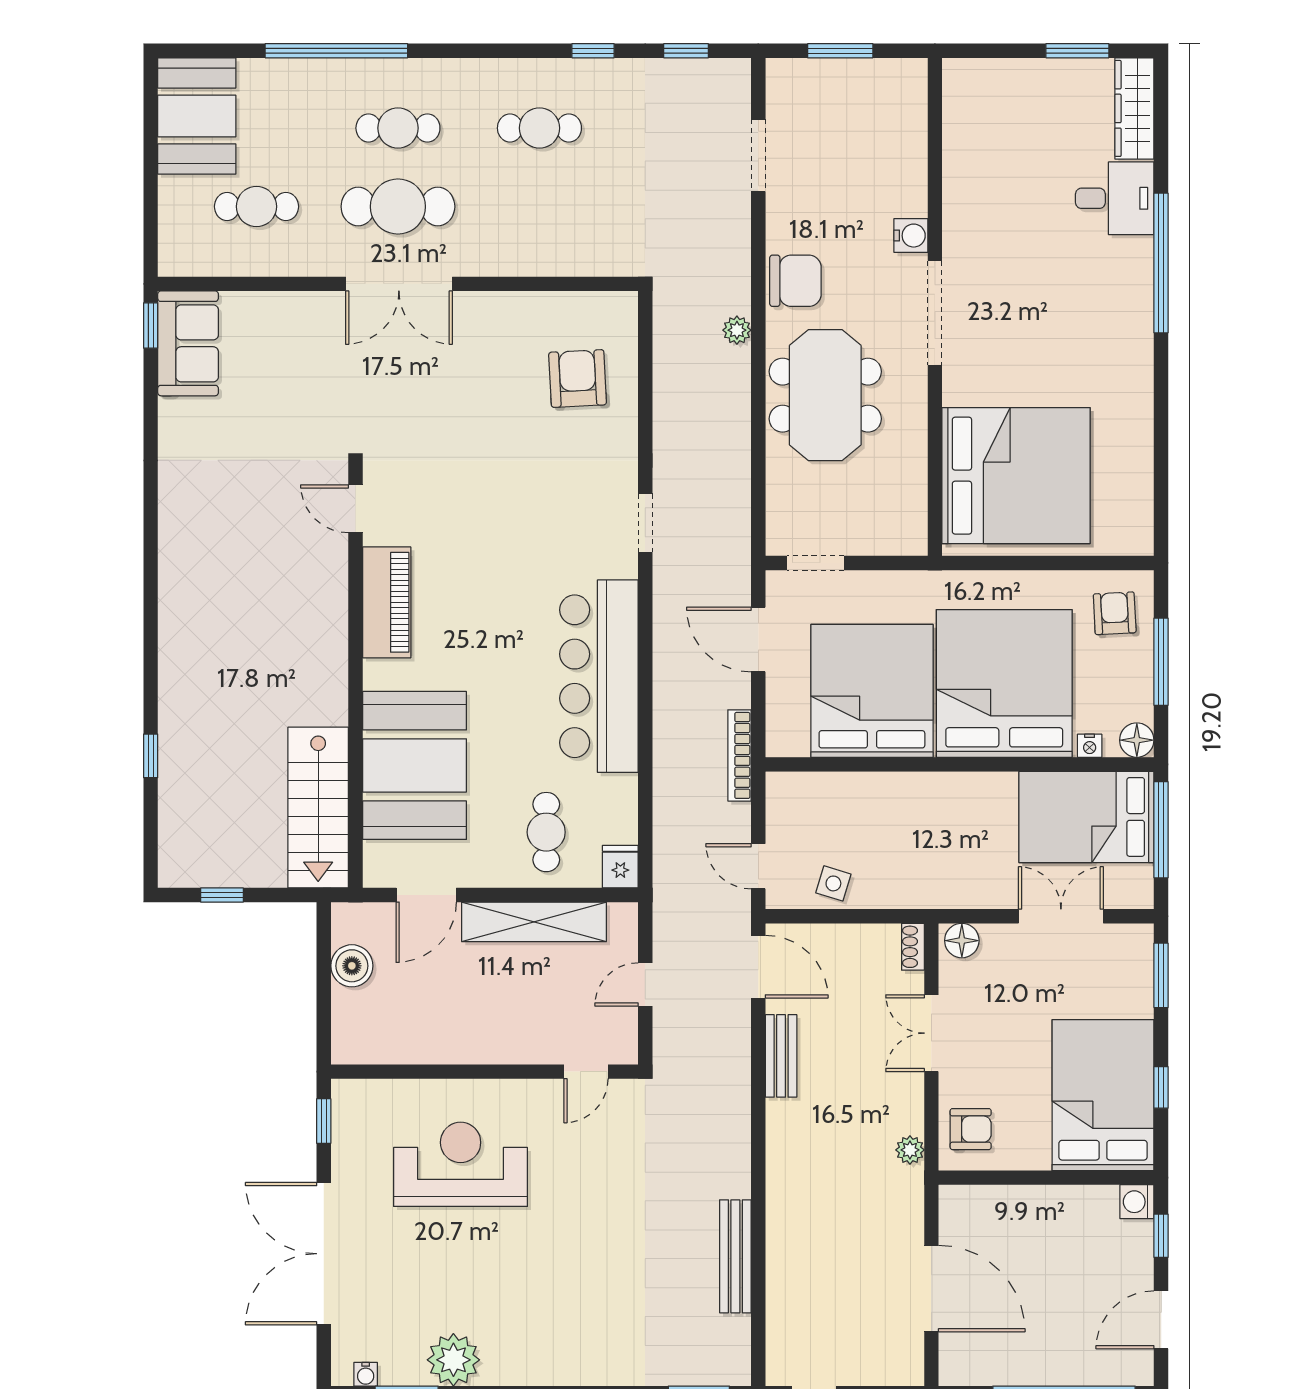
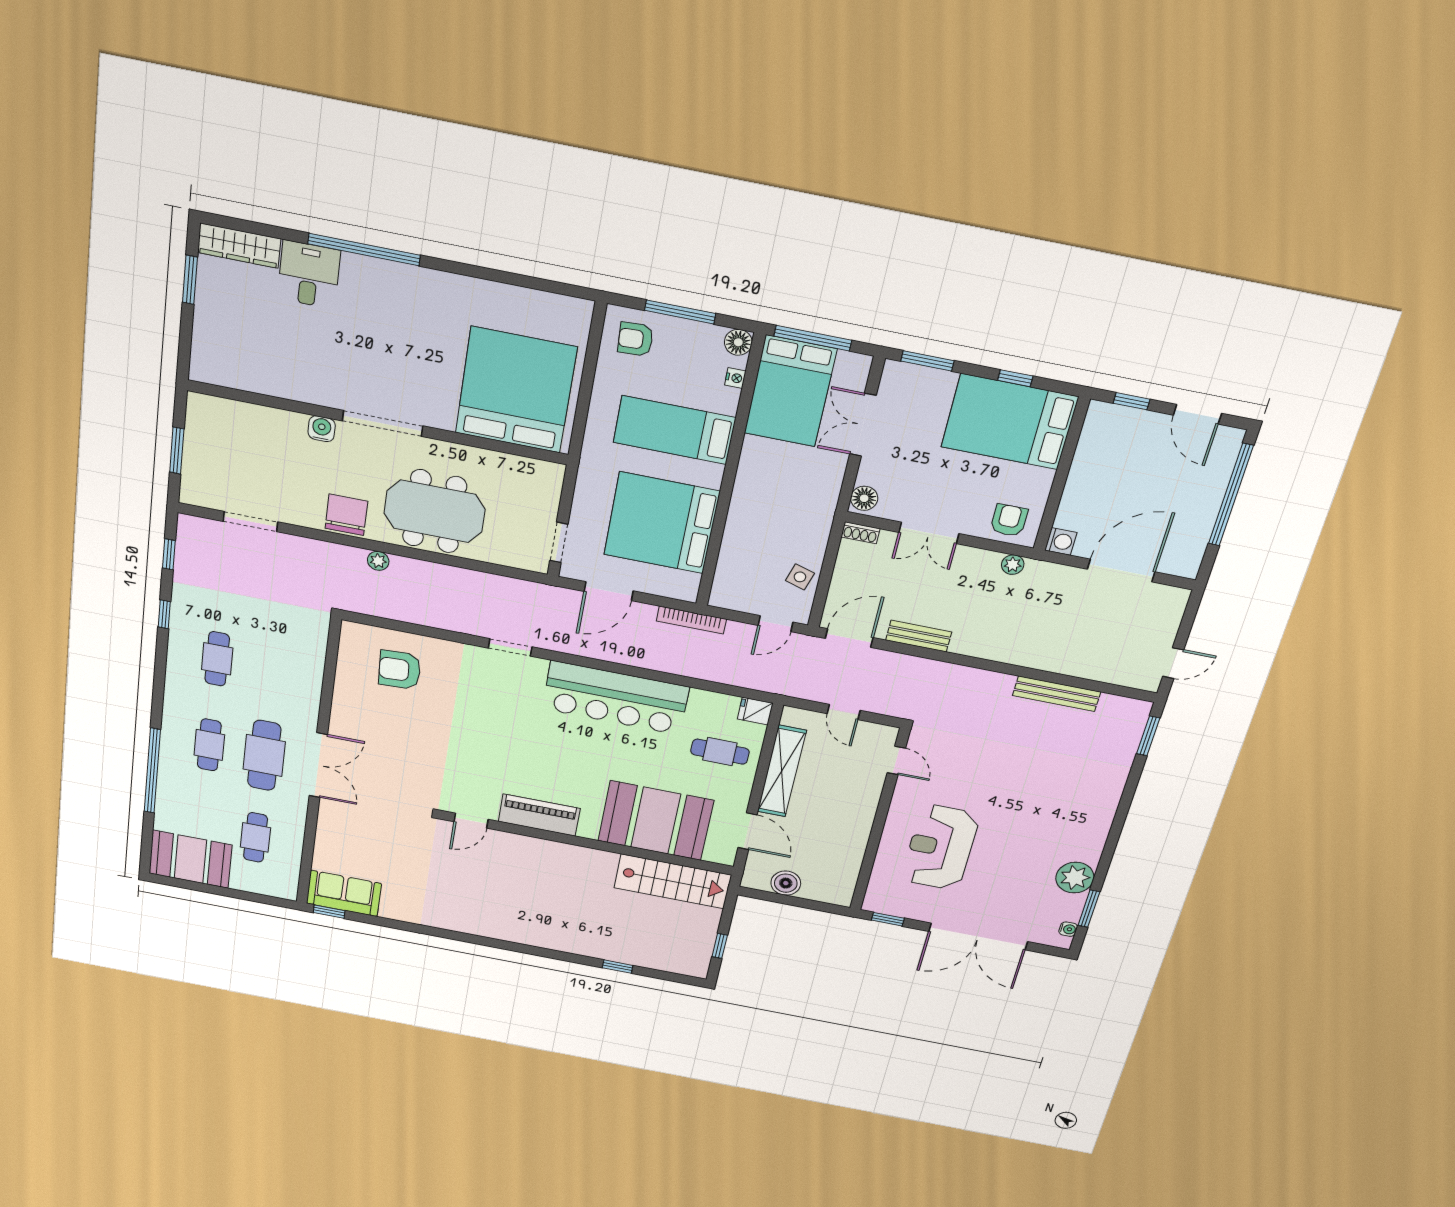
bed: (1004, 683) -> (674, 430), width x0.49
washing machine: (1137, 1202) -> (1061, 541), moved, turned -90

